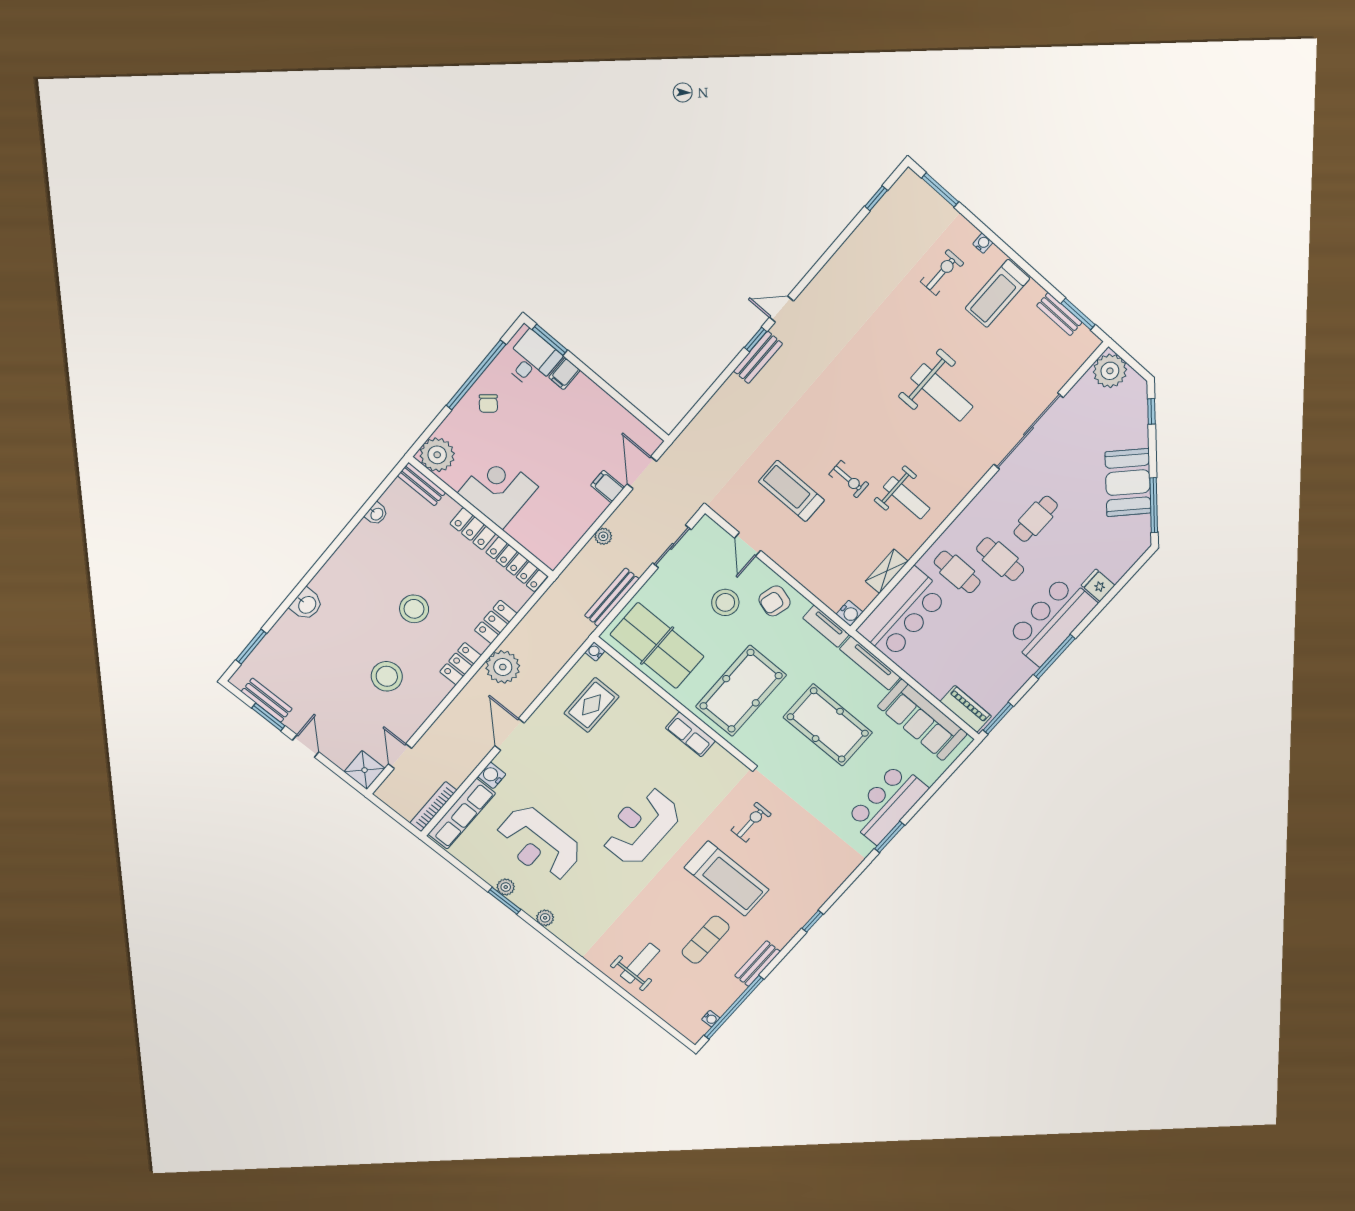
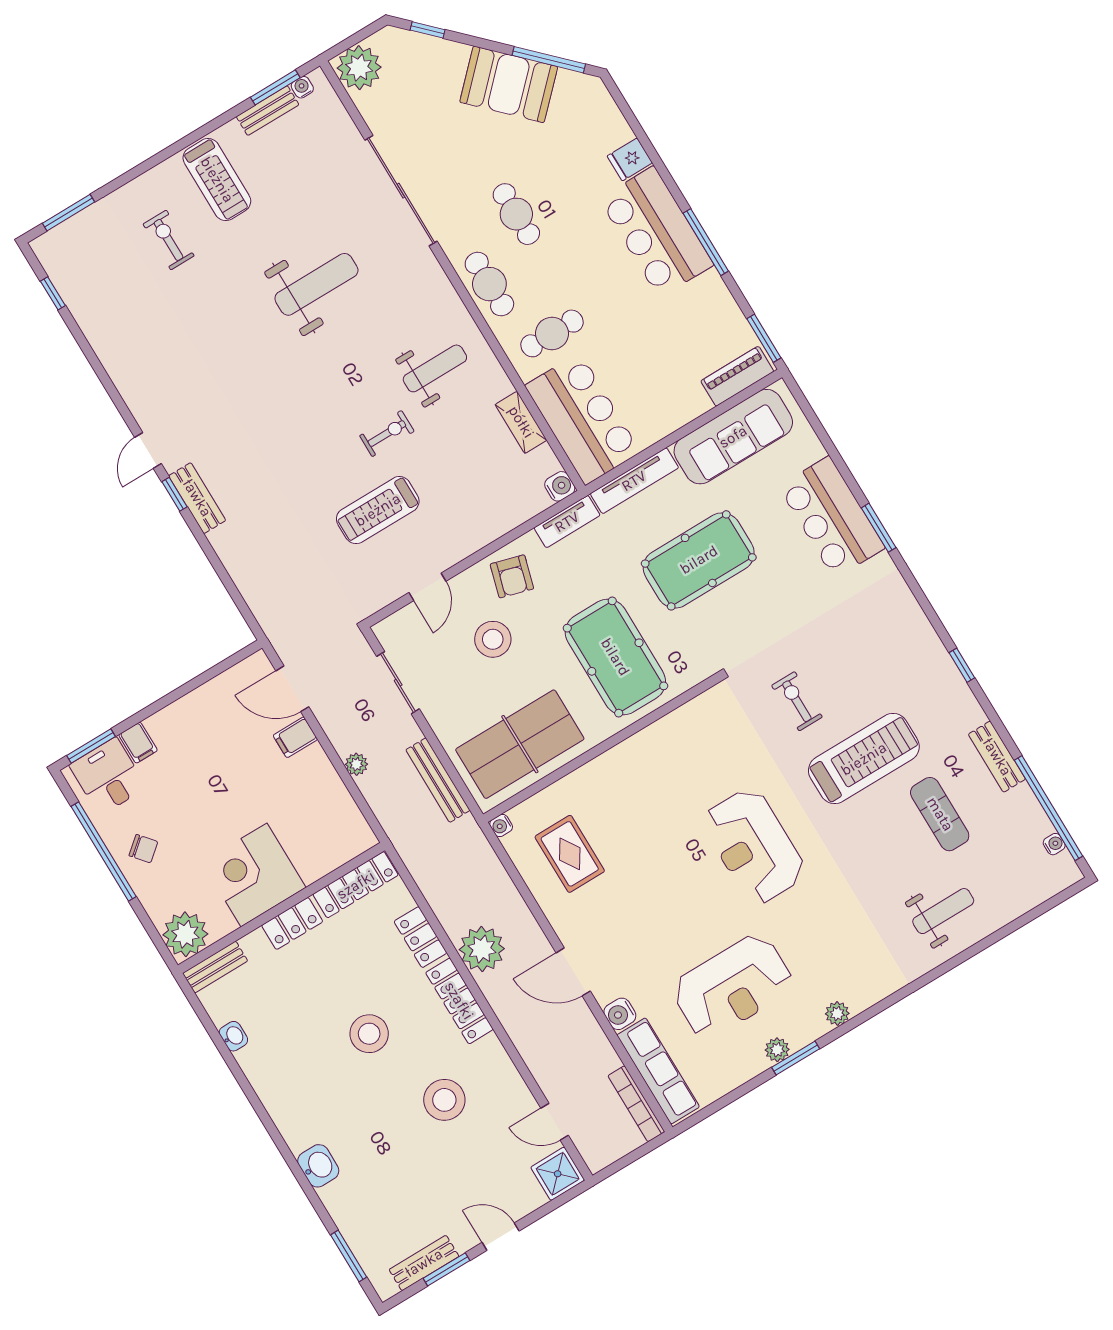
water cooler: (983, 243) -> (302, 87), moved
door: (748, 544) -> (427, 587), hinge flipped
cafe table: (1000, 559) -> (489, 284), moved, turned 90
locker: (460, 664) -> (459, 1001), width x1.53
row of seats: (690, 734) -> (652, 741), removed
weight bench: (640, 963) -> (943, 911), turned 90

